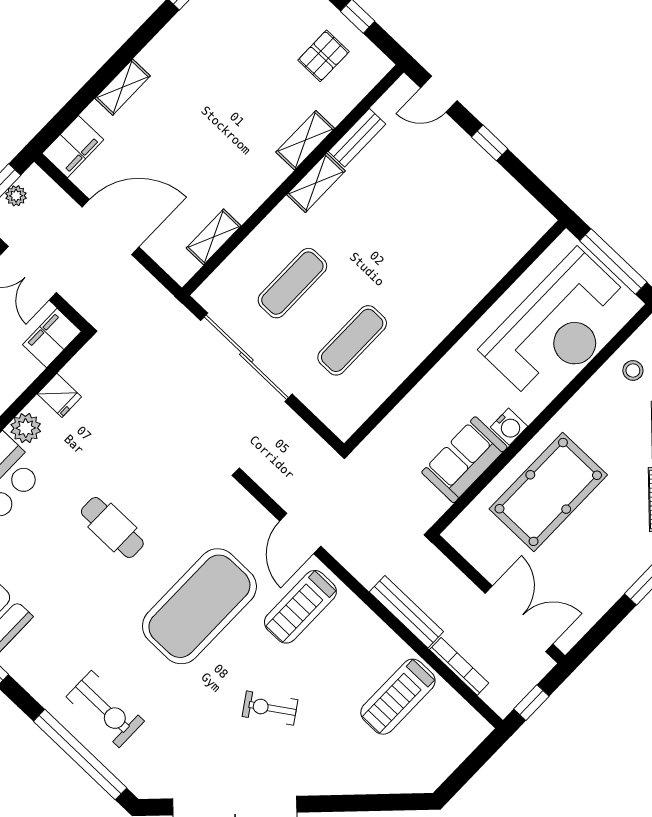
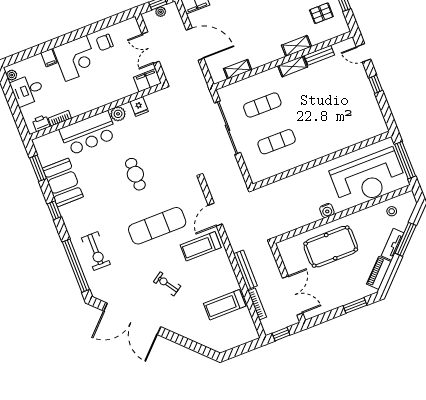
sofa: (464, 460) -> (301, 216), removed
exercise mat: (199, 606) -> (157, 226), width x0.68

